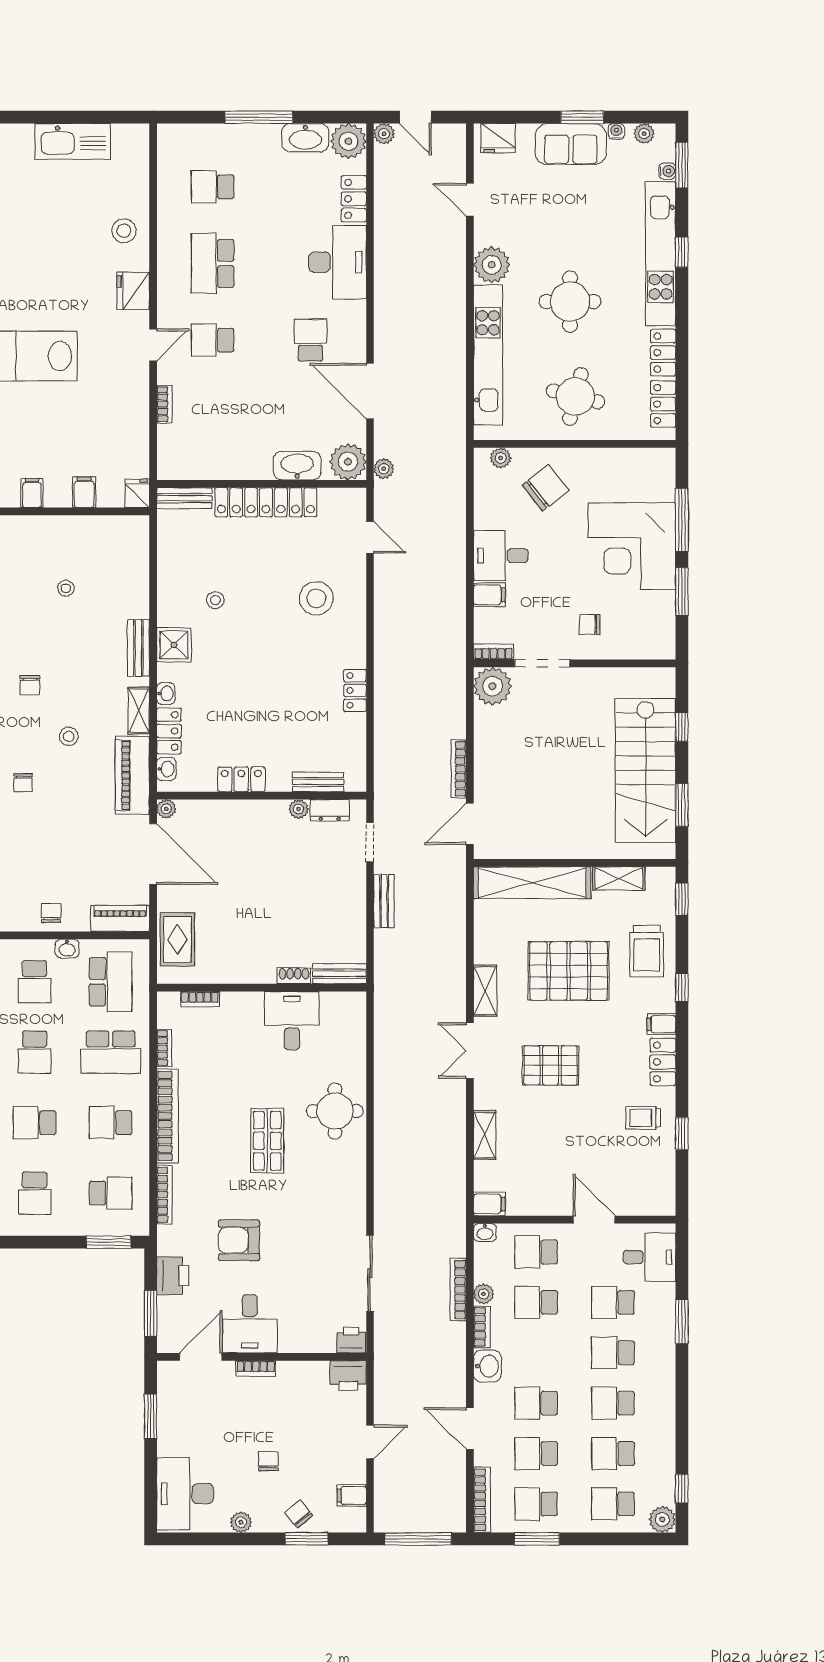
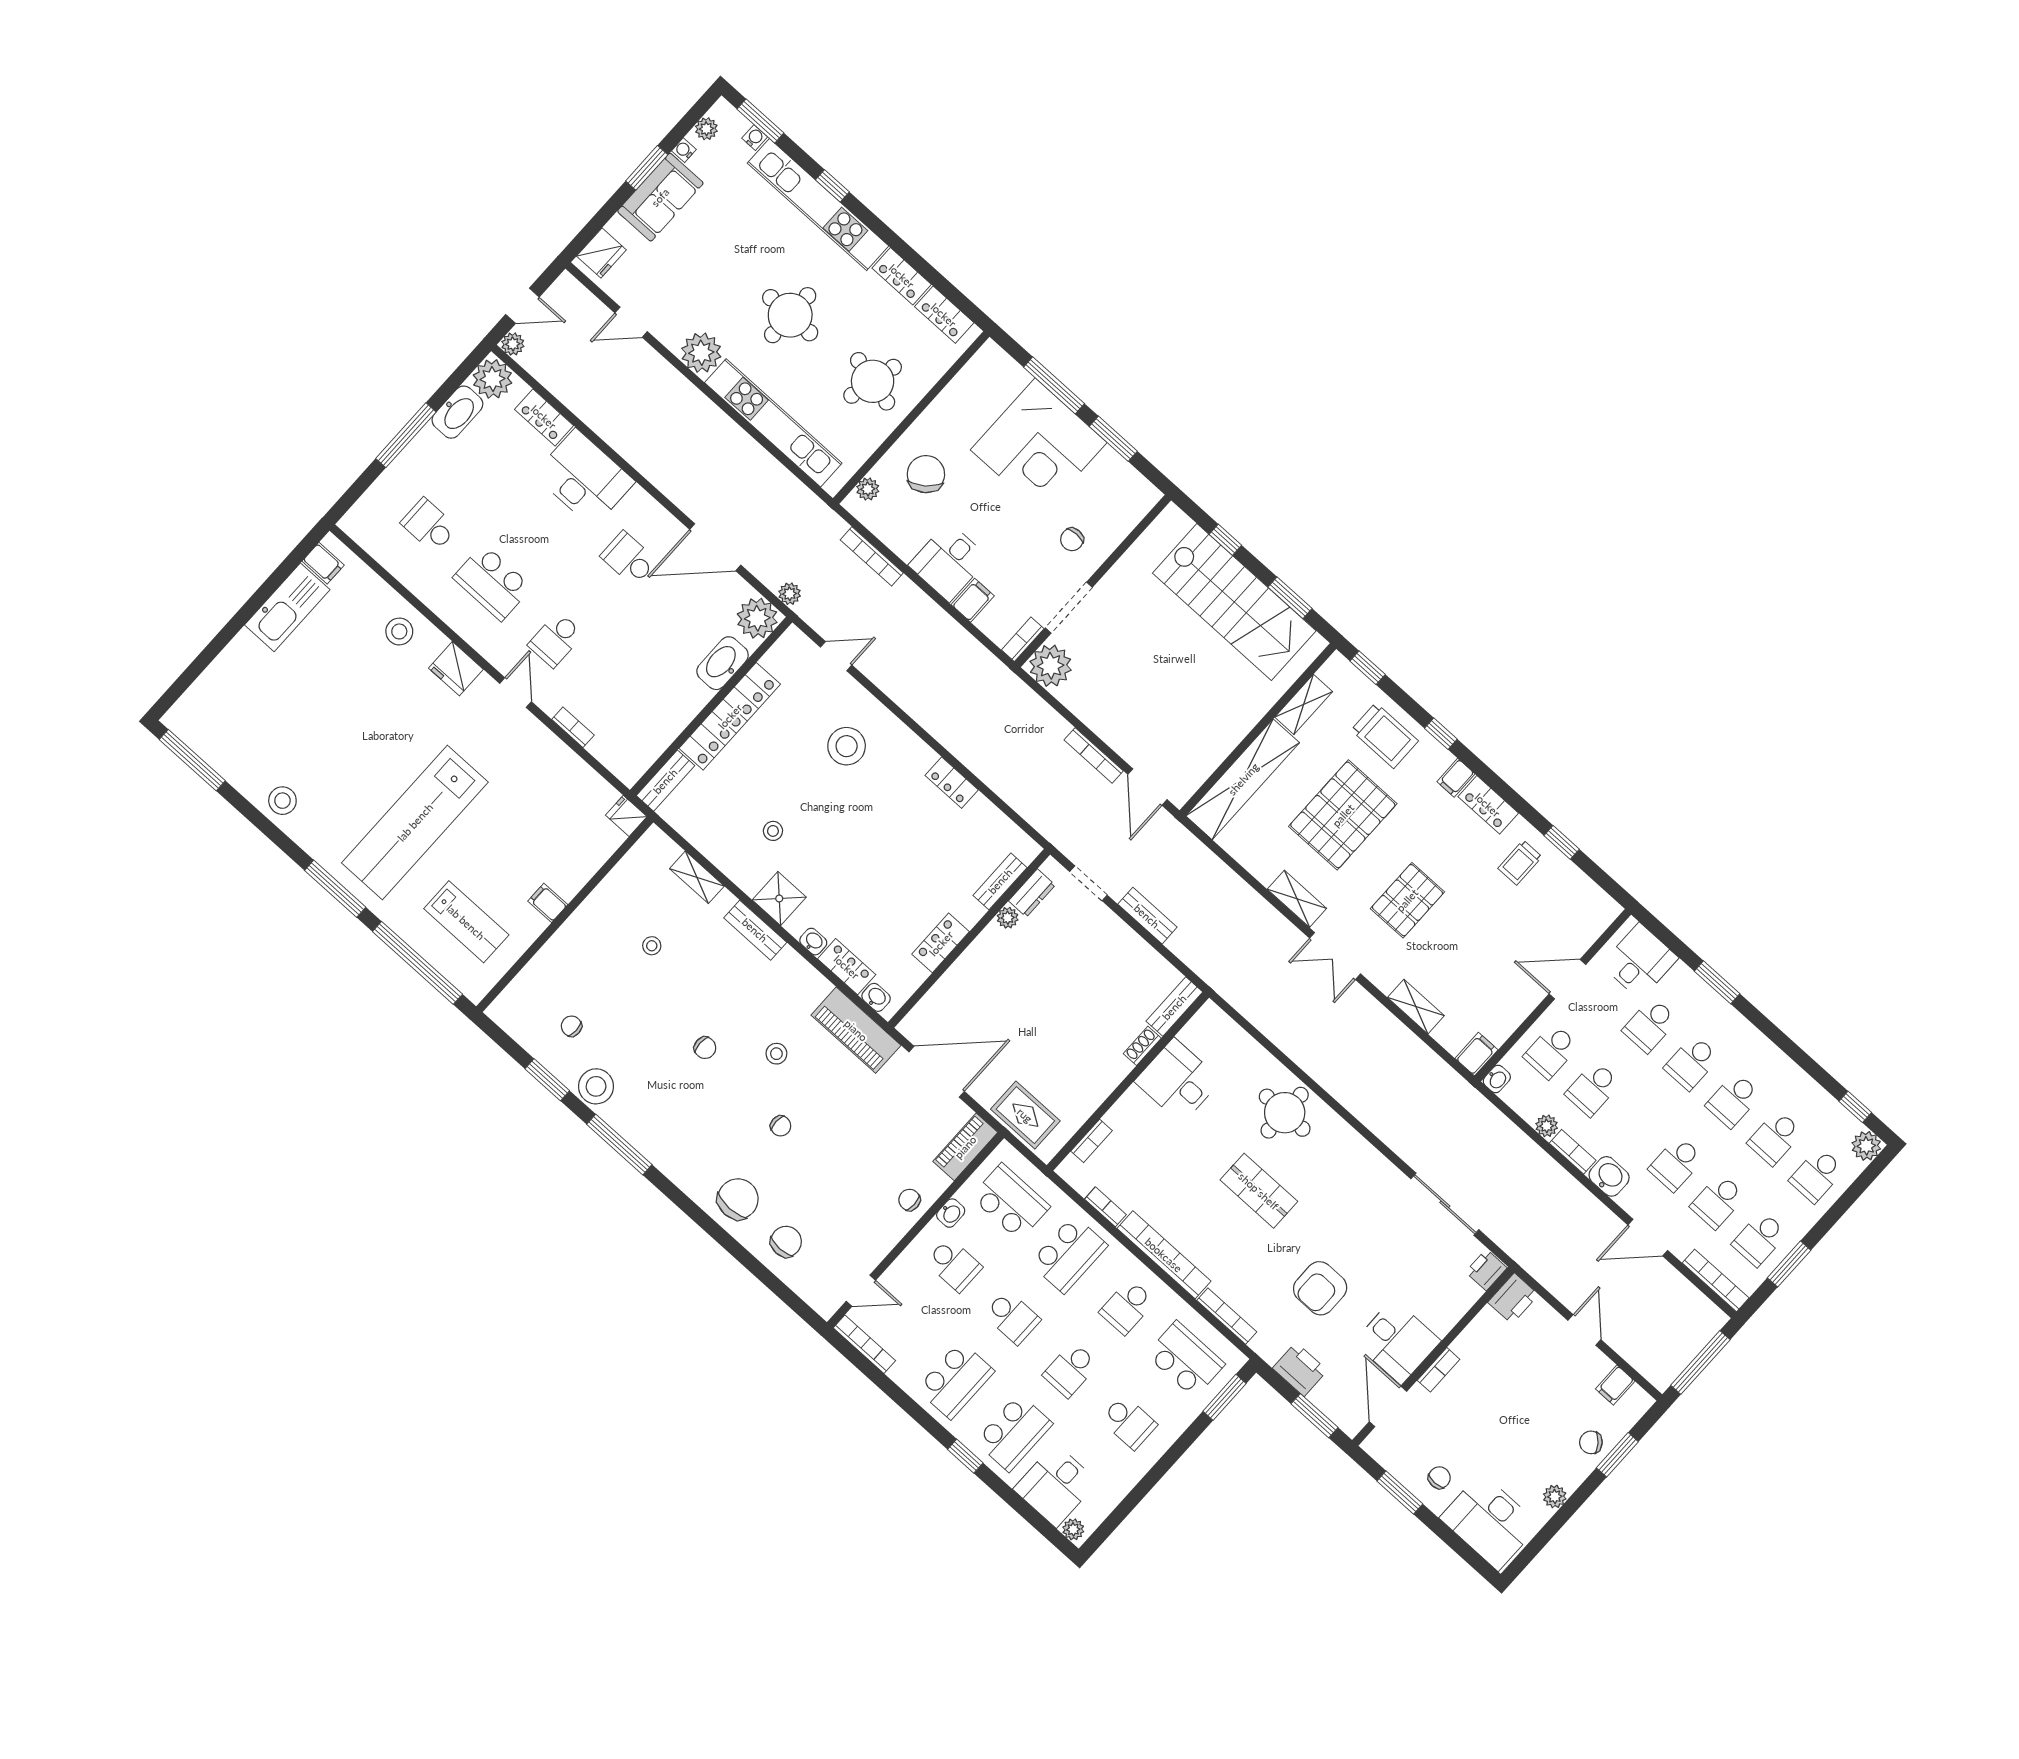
school desk: (213, 187) -> (429, 525), turned 90
filing cabinet: (84, 492) -> (323, 563), moved, turned 180
shelving: (139, 711) -> (697, 877), moved
plant: (166, 809) -> (909, 1027), removed
school desk: (111, 1193) -> (1185, 1359), width x1.85
bookcase: (458, 1290) -> (872, 556), moved
chair: (268, 1461) -> (1439, 1478), moved, turned 90

